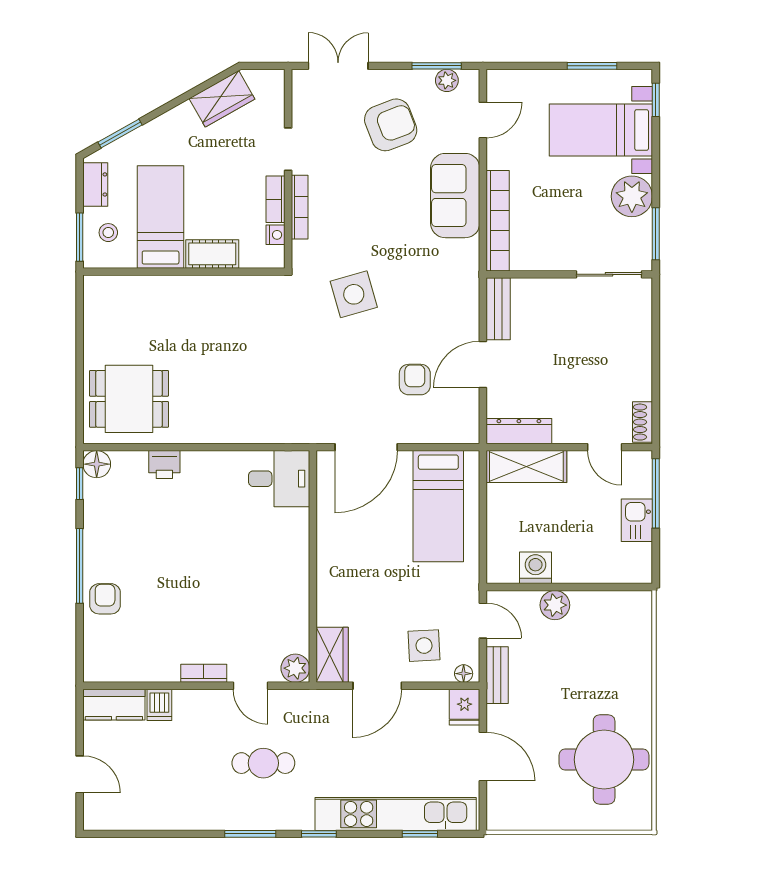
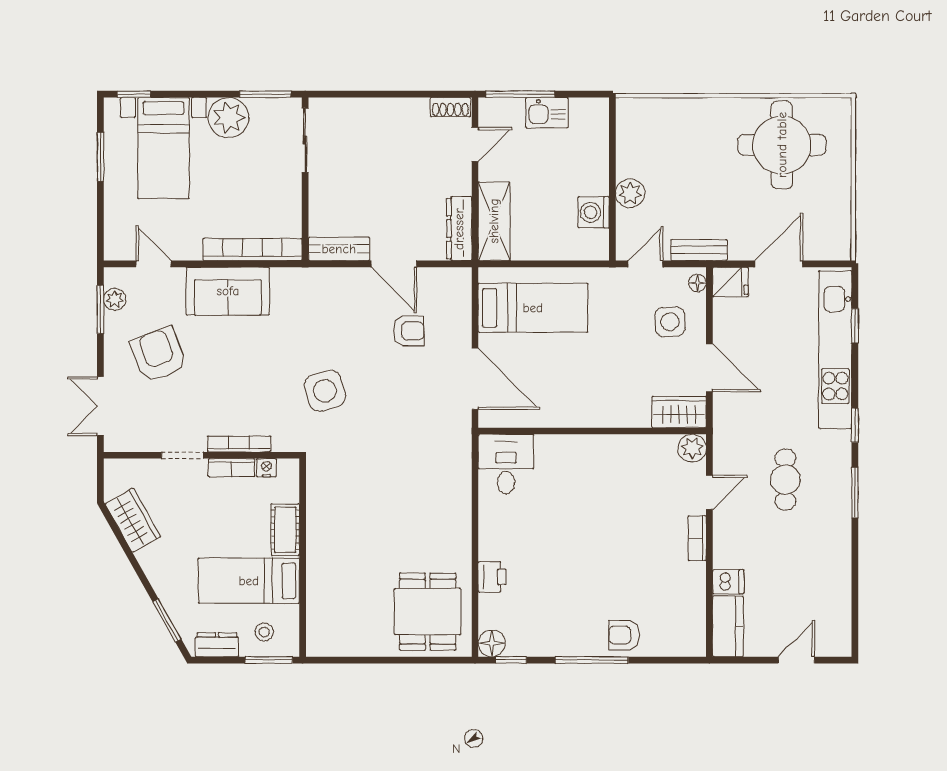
armchair: (415, 380) -> (409, 331), turned 180

